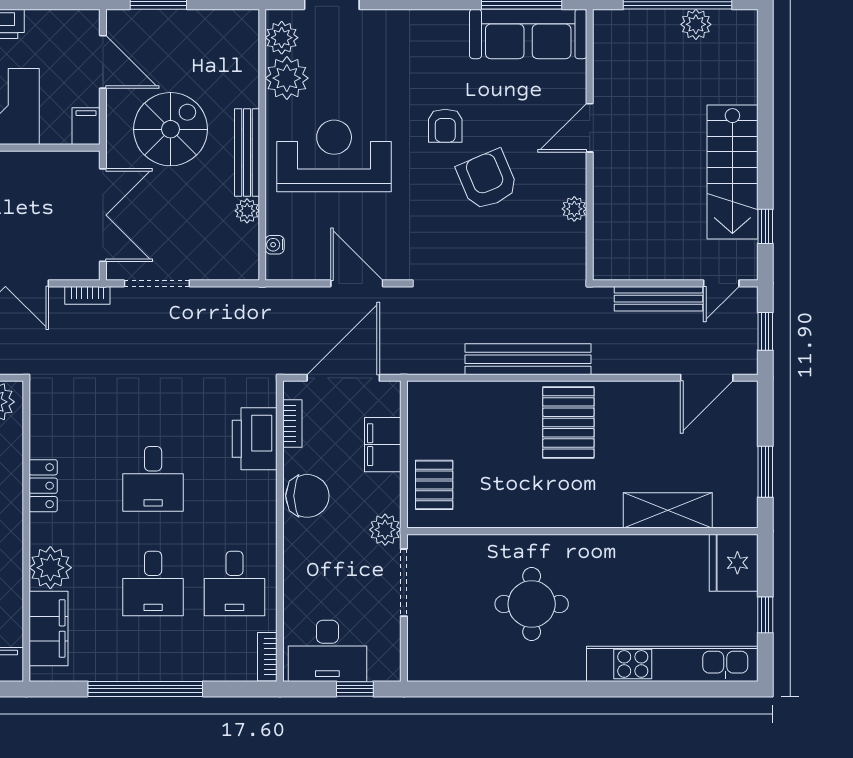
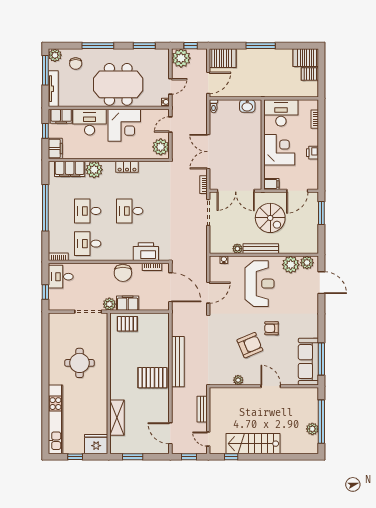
bench: (658, 299) -> (202, 409), width x0.73
filing cabinet: (383, 445) -> (128, 303), moved
desk: (327, 651) -> (61, 277), width x0.73

